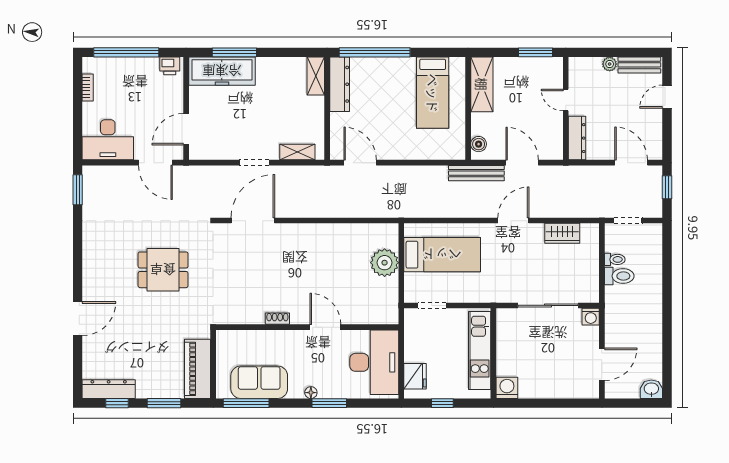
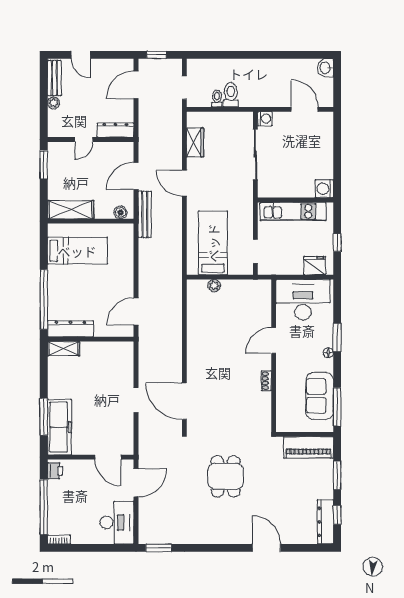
bookcase: (88, 88) -> (59, 539), moved
shelving: (297, 152) -> (127, 364), removed
plant: (385, 263) -> (214, 286), width x0.53, depth x0.53

